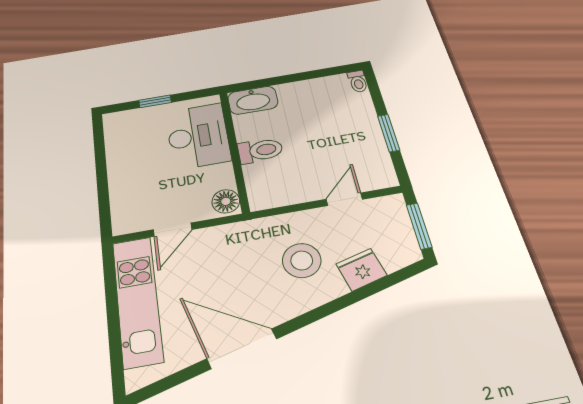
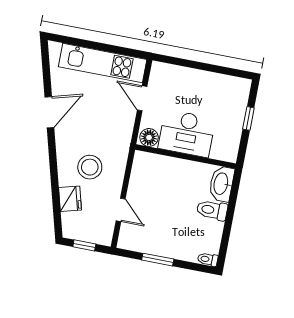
desk: (198, 136) -> (187, 133), moved
toilet: (260, 151) -> (212, 210), moved, turned 90
window: (419, 226) -> (84, 245), width x0.67
door: (242, 349) -> (49, 112), width x0.73

